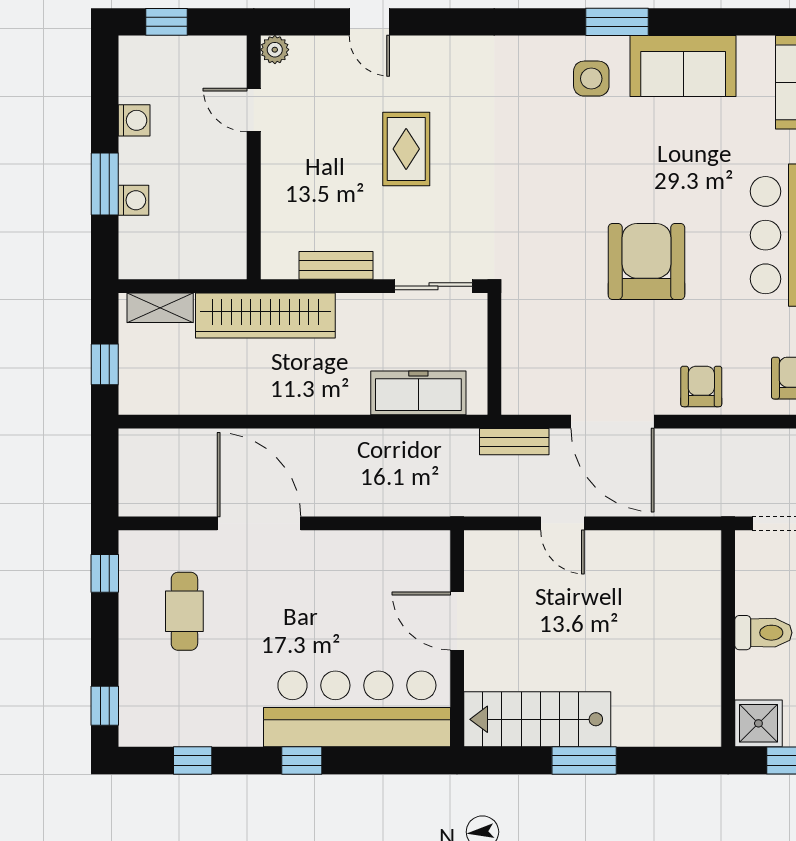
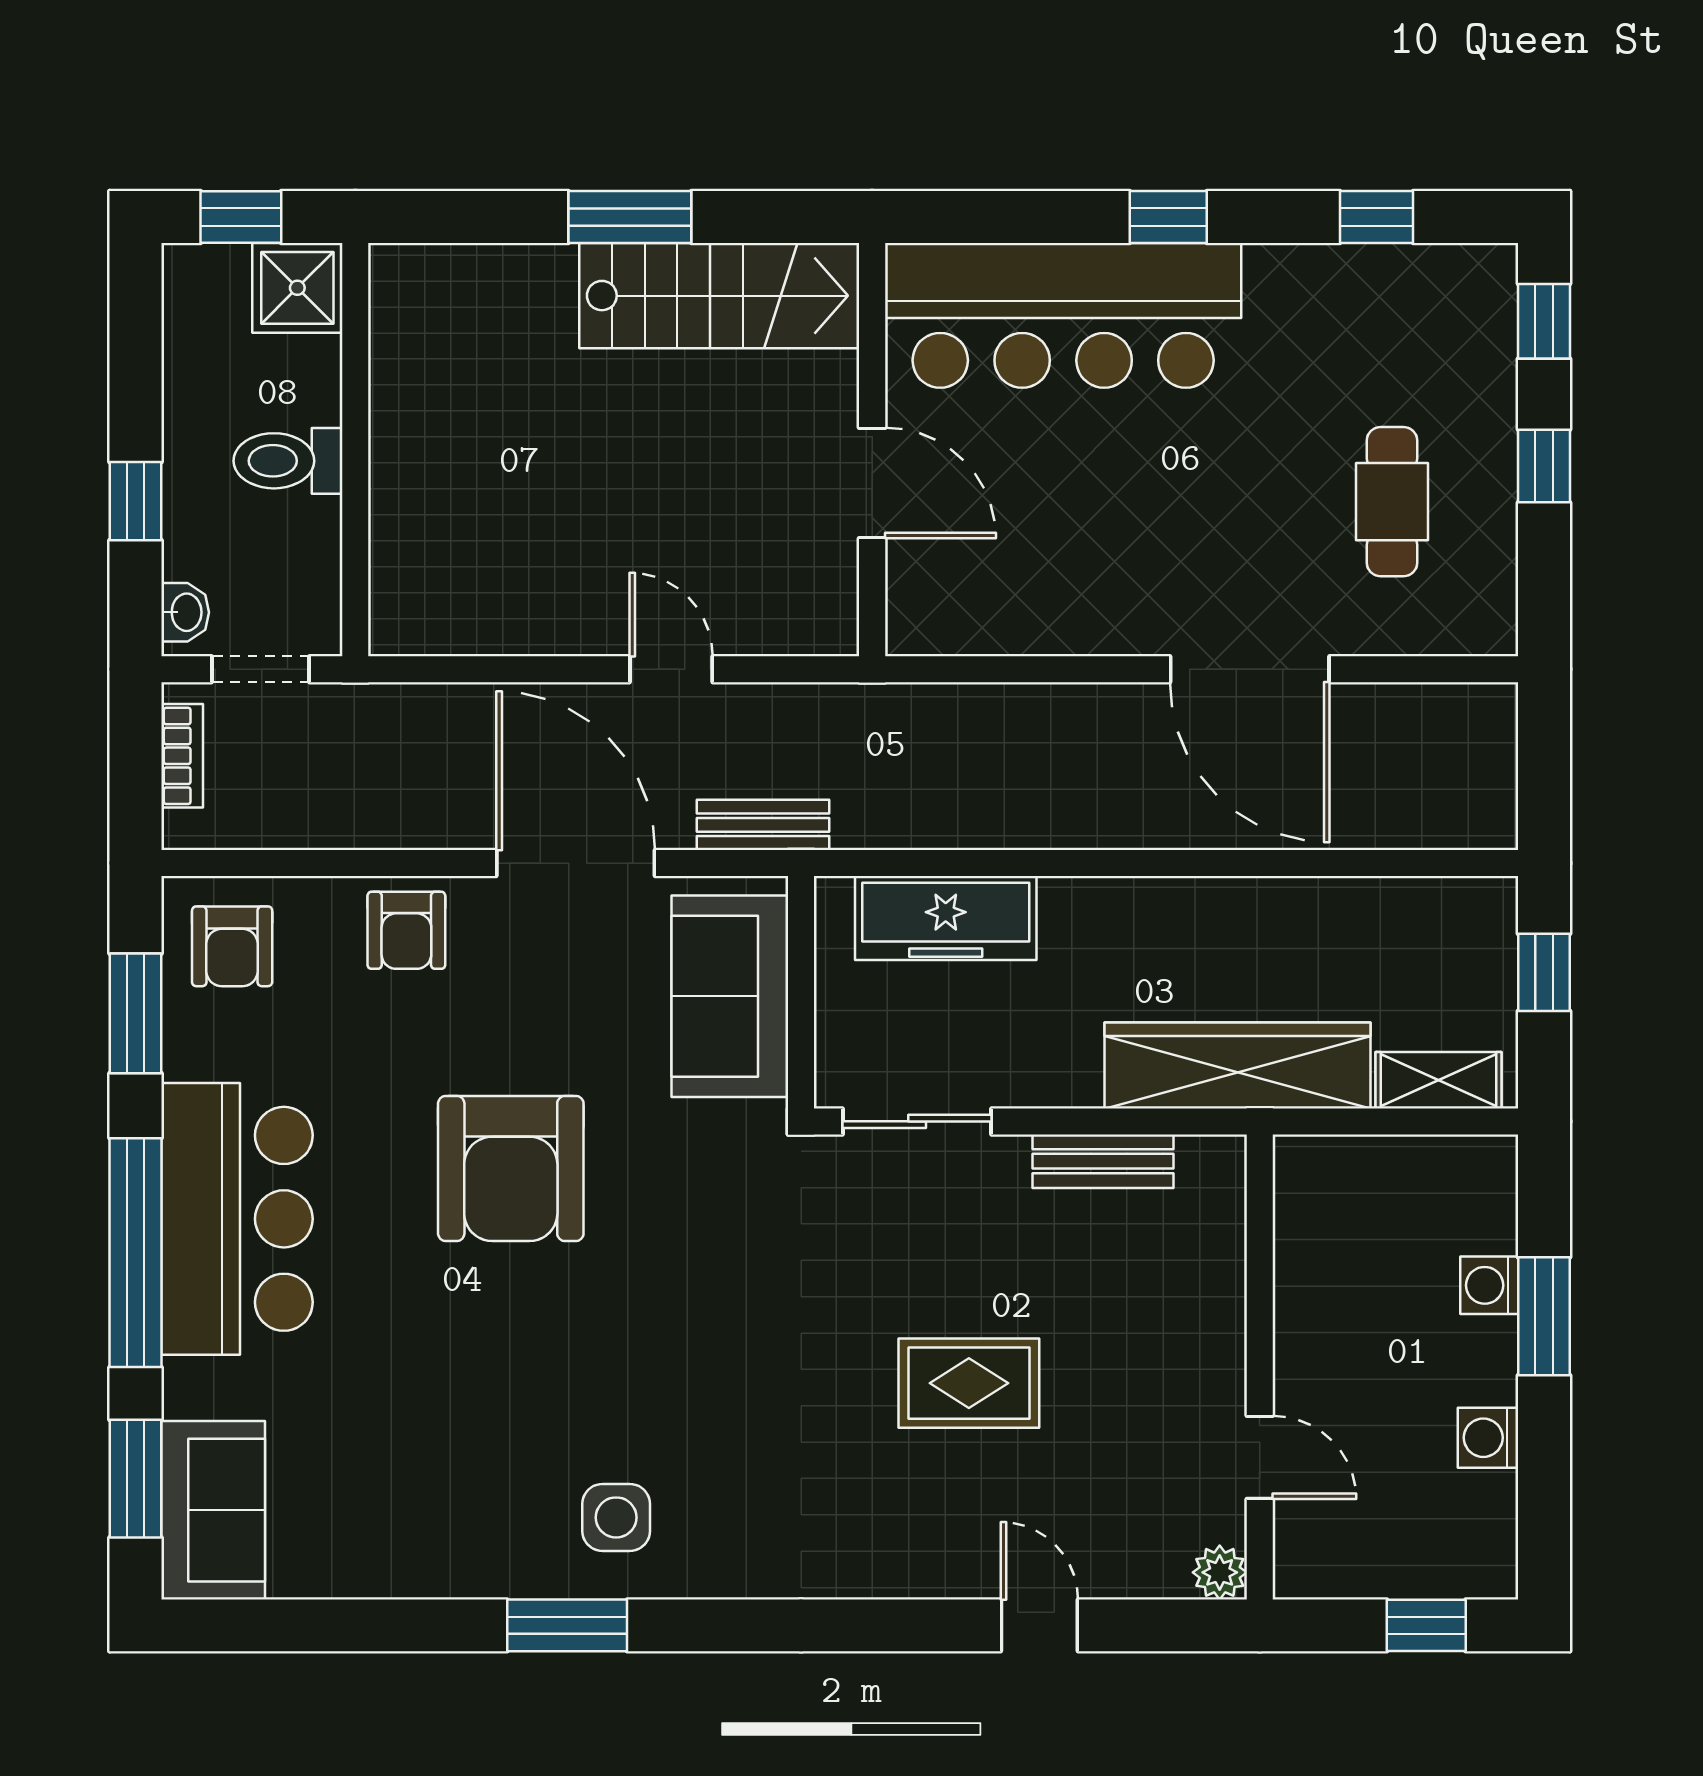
sofa: (683, 66) -> (730, 996), moved, turned -90
rug: (406, 149) -> (969, 1383), turned 90
window: (105, 573) -> (1544, 466), moved

